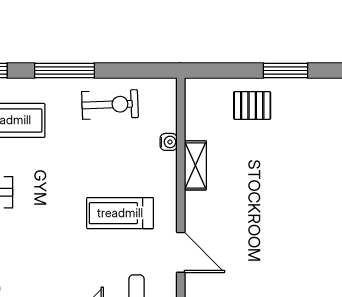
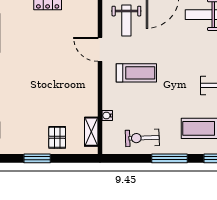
pallet: (252, 105) -> (57, 137), turned 90
shelving: (195, 165) -> (91, 132), moved

